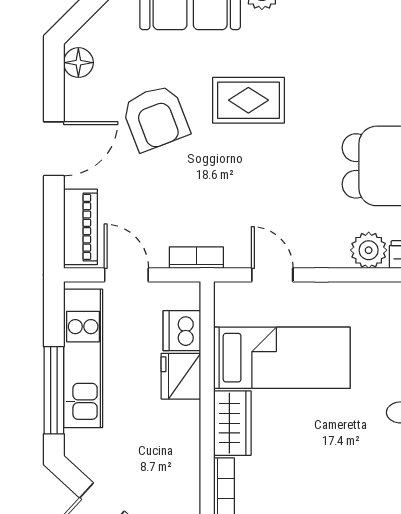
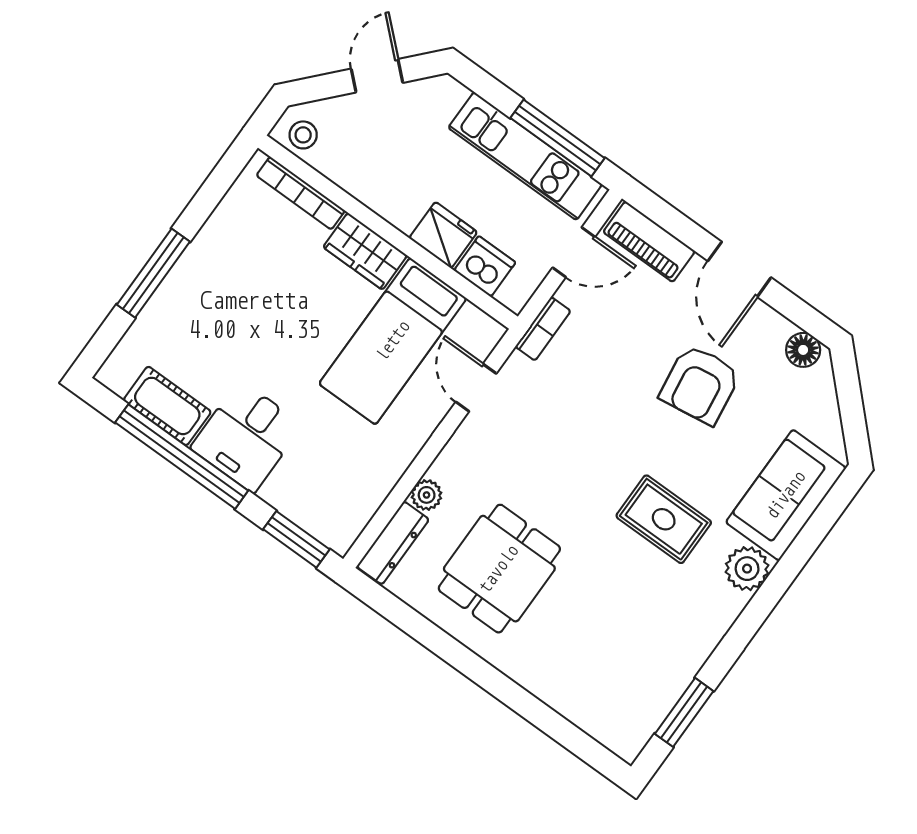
rug: (248, 100) -> (664, 519), moved, turned 90
armchair: (156, 118) -> (700, 385), turned -77
plant: (369, 250) -> (427, 495), width x0.73, depth x0.73
door: (272, 275) -> (476, 388), swing flipped
window: (54, 390) -> (558, 138), moved

